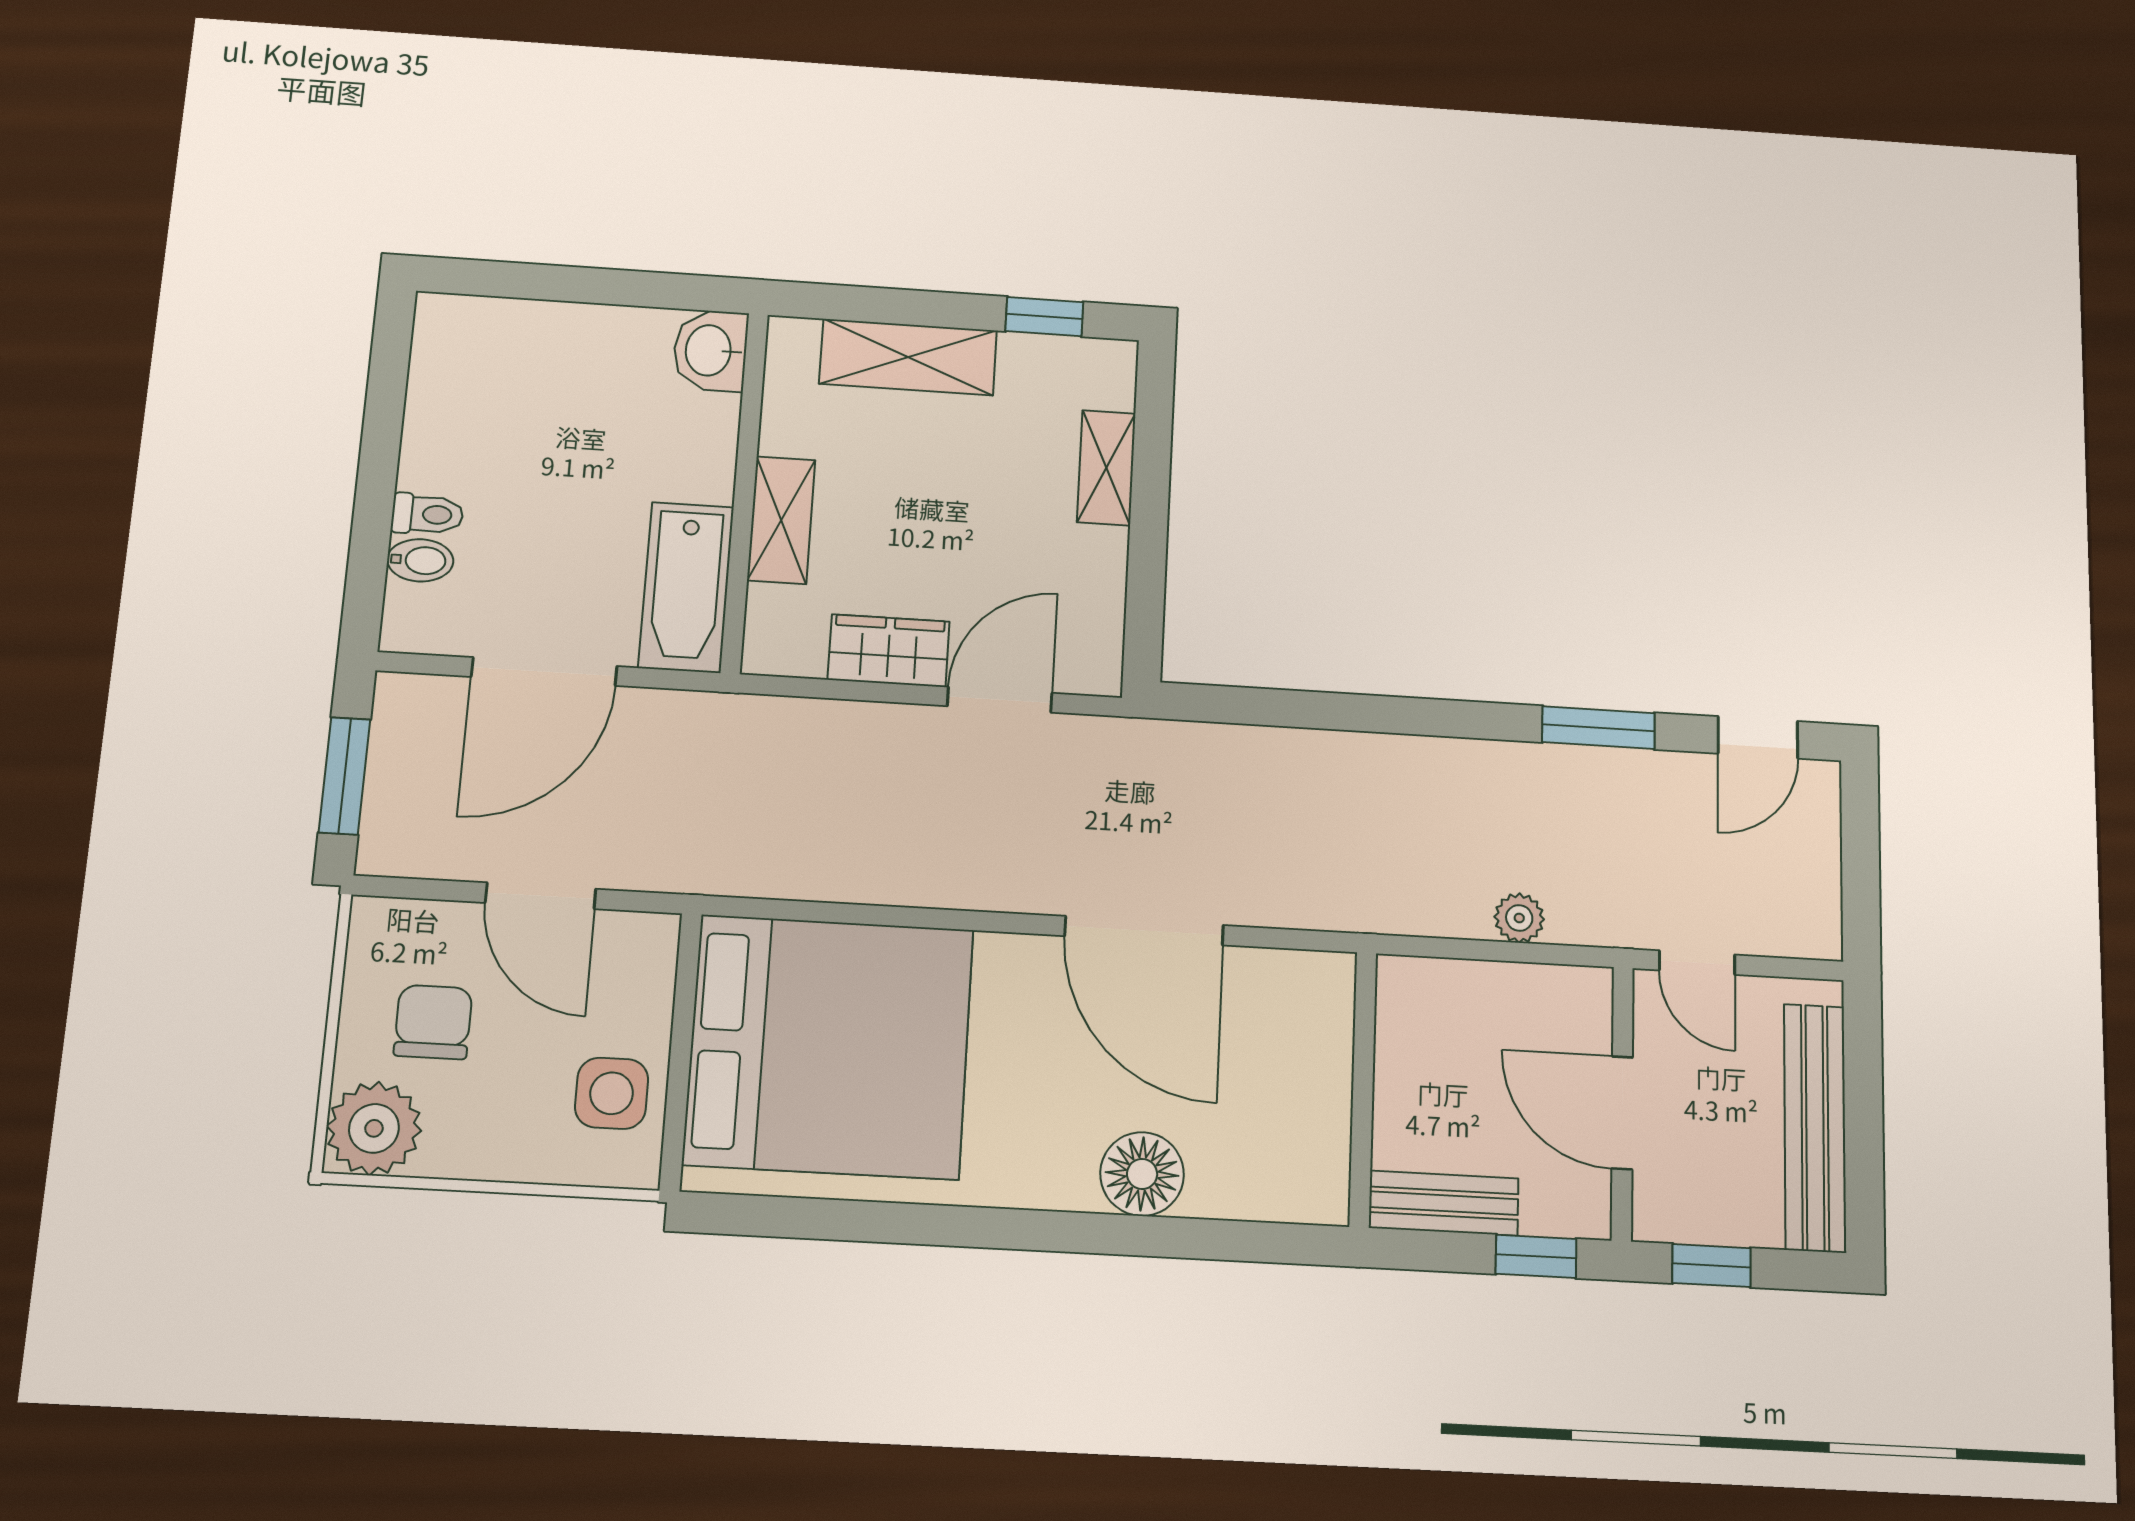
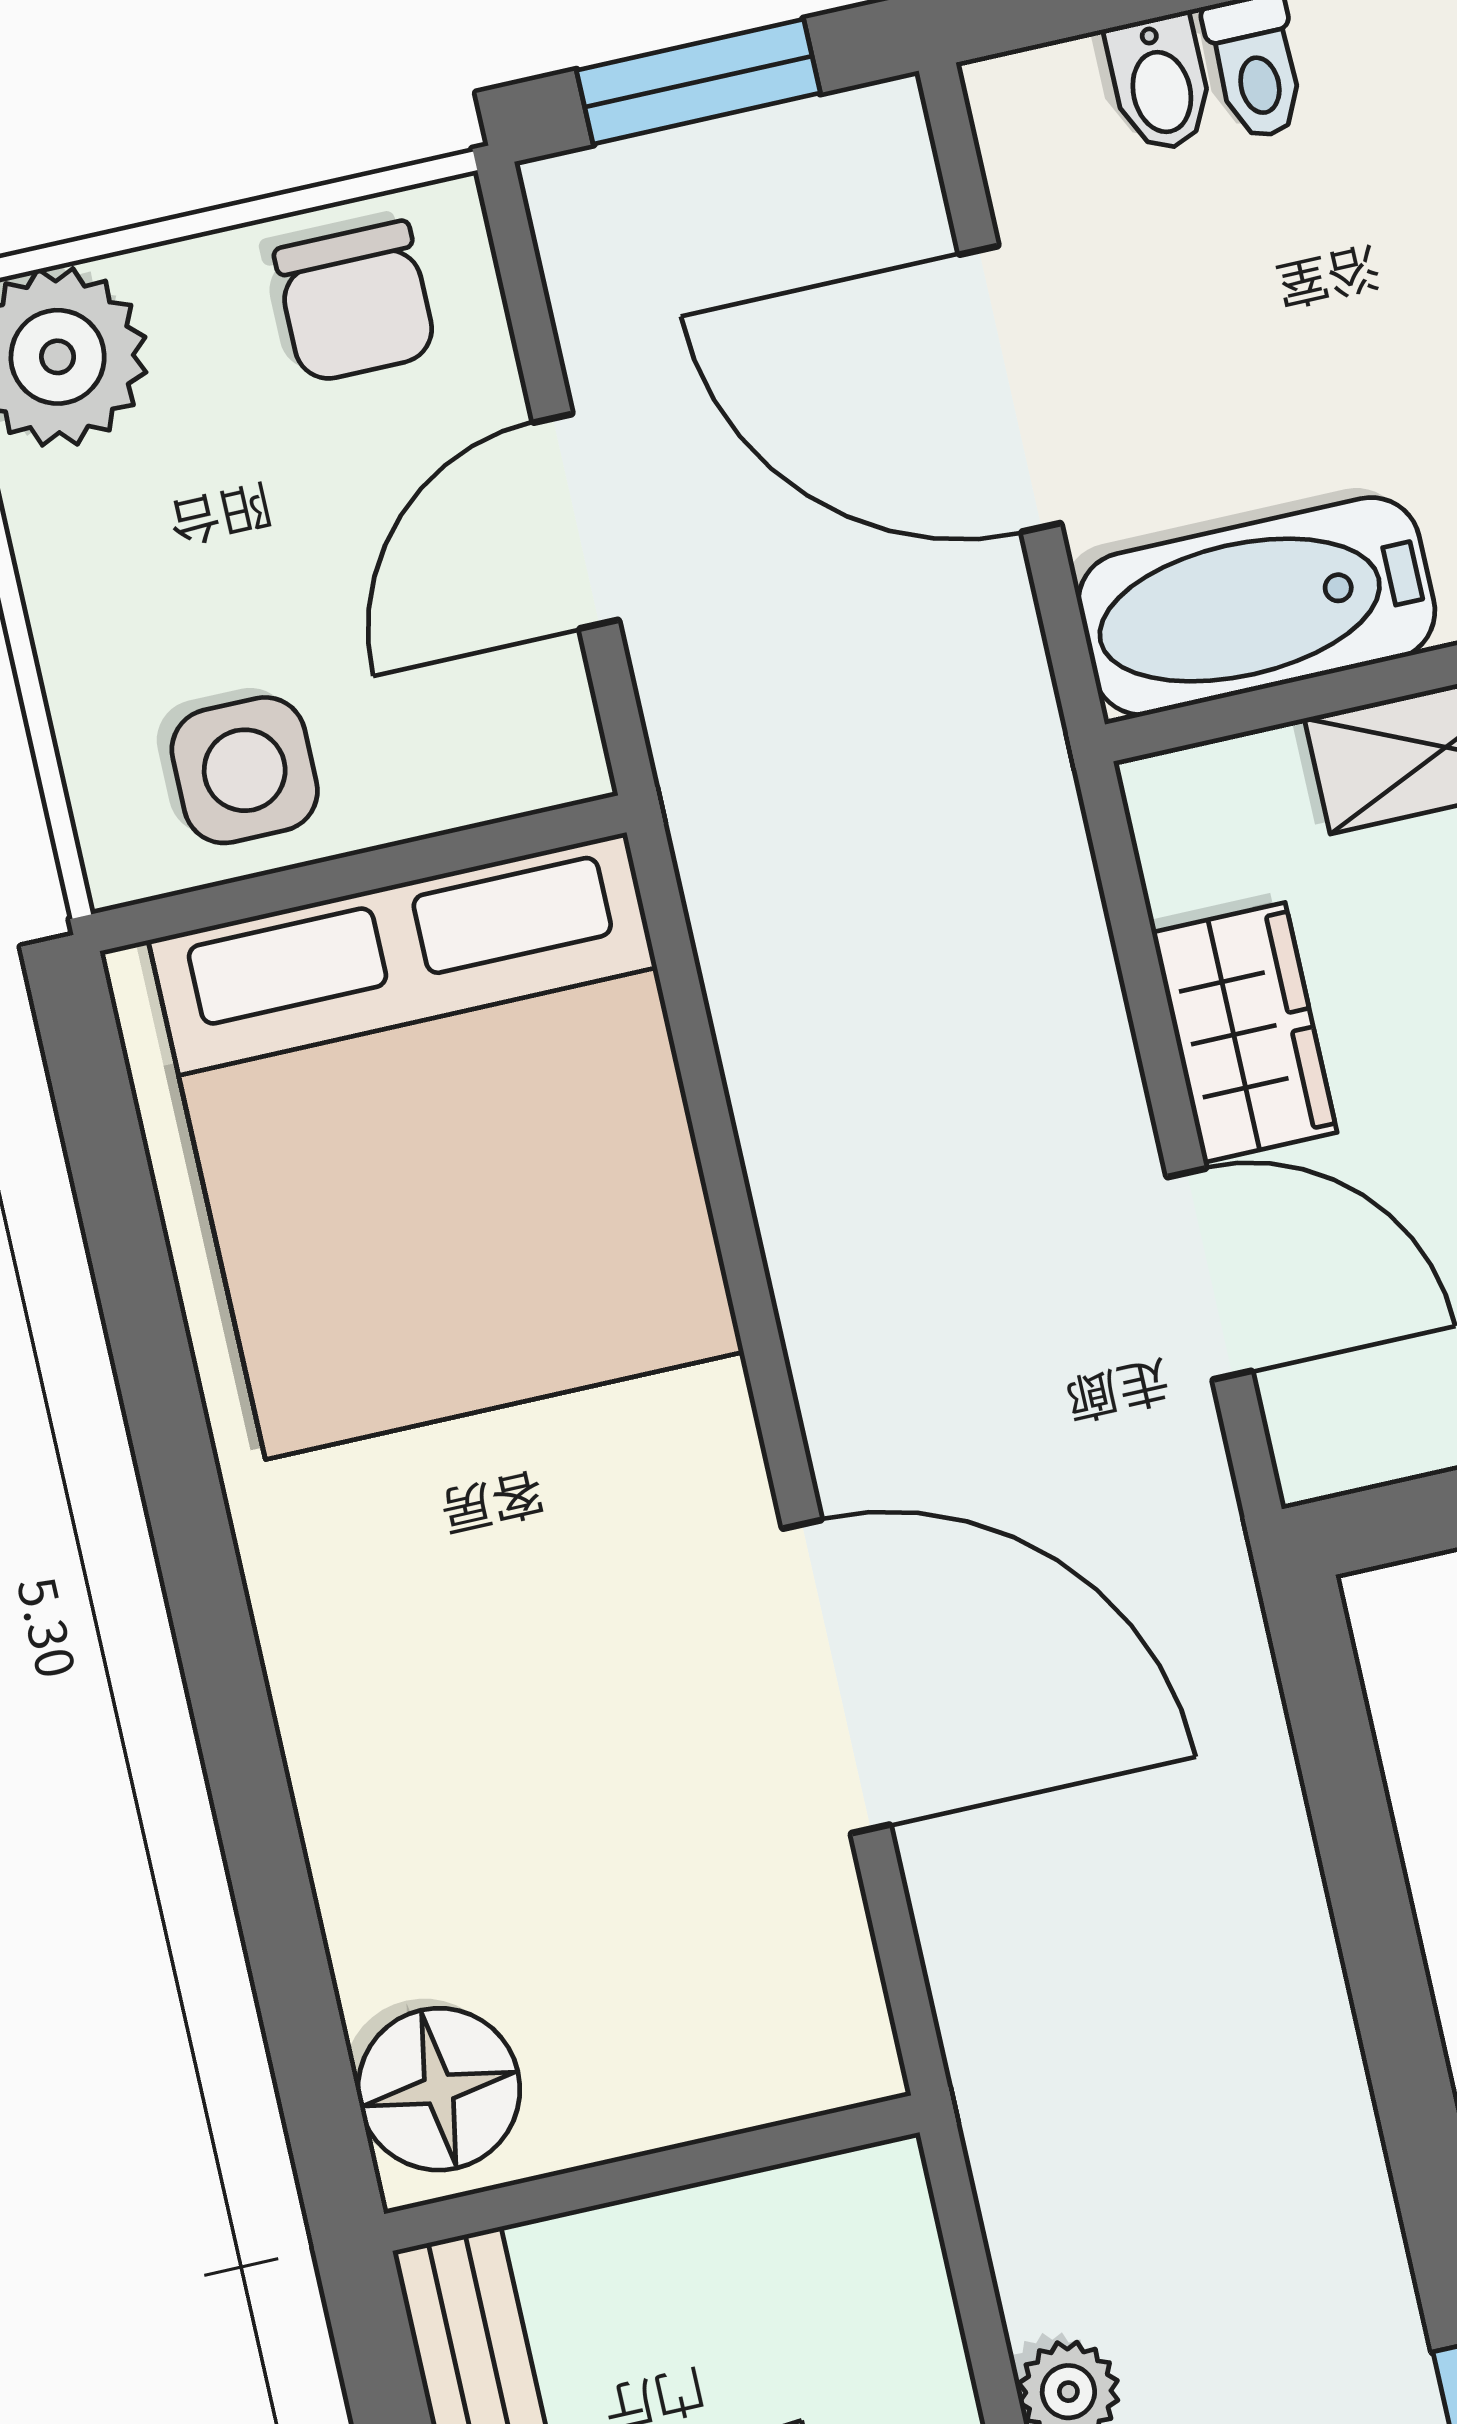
door: (1144, 931) -> (836, 1677), swing flipped
chair: (433, 1022) -> (355, 302), moved, turned 90
floor lamp: (1142, 1174) -> (439, 2089), moved

